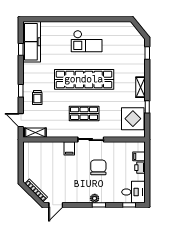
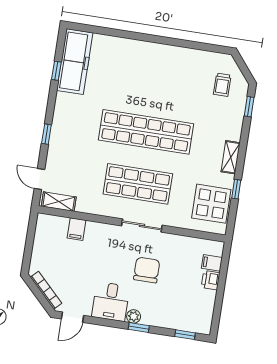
checkout: (87, 41) -> (159, 74), removed
trolley: (37, 98) -> (222, 85), moved
shop shelf: (84, 113) -> (138, 184), width x1.43, depth x1.36
filing cabinet: (69, 148) -> (77, 229), moved
desk: (134, 192) -> (111, 302), moved, turned 90

